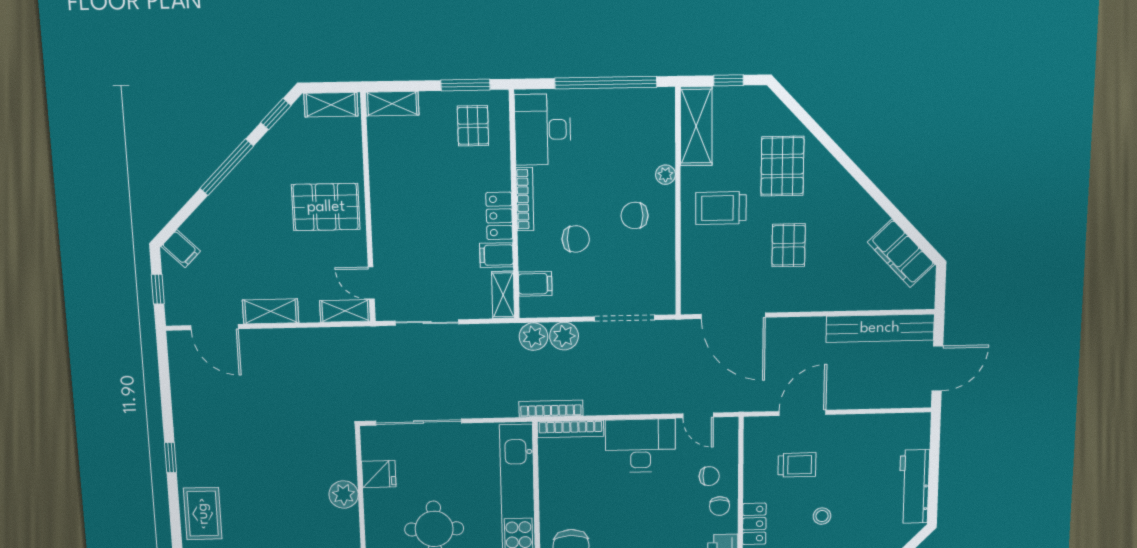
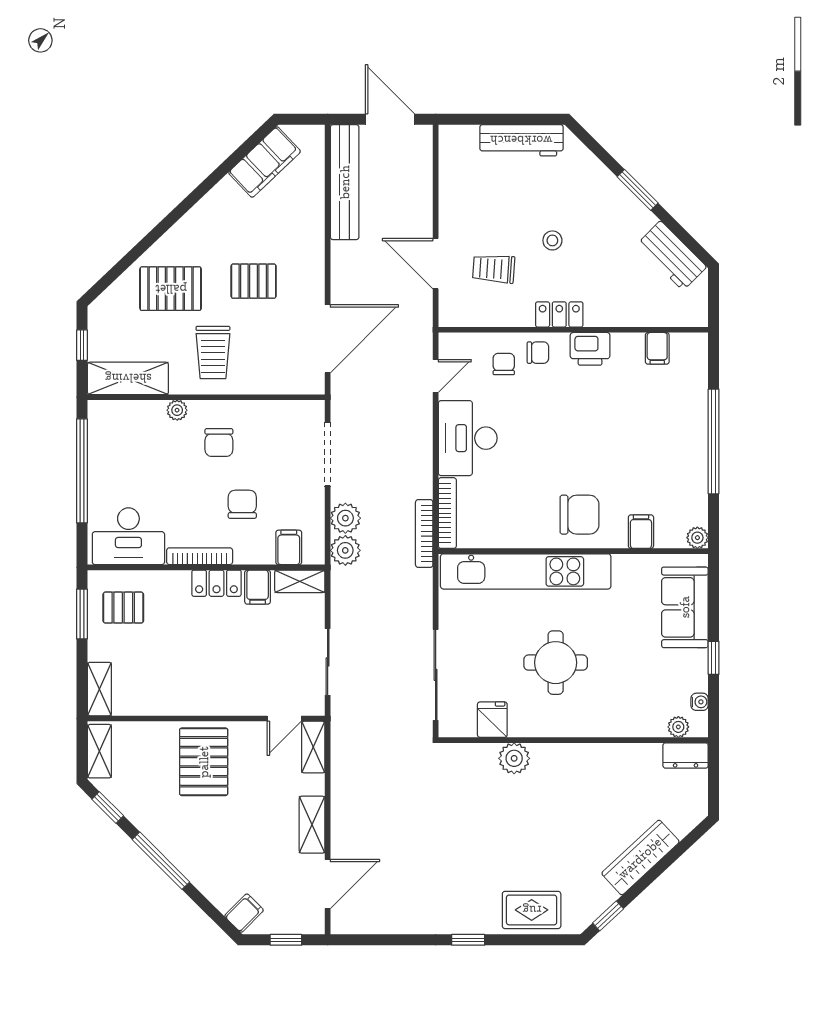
trolley: (797, 465) -> (494, 269), turned -86

